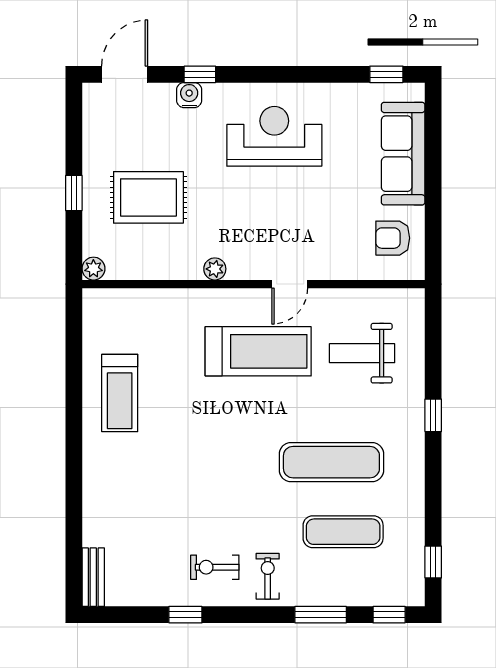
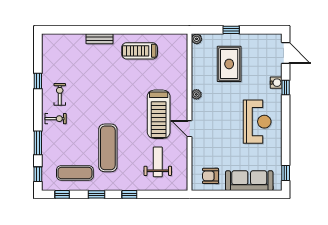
armchair: (393, 238) -> (211, 176), turned -90
window: (433, 487) -> (96, 194), added
exercise mat: (343, 532) -> (75, 173), moved, turned 90
bench: (93, 577) -> (99, 39), moved

